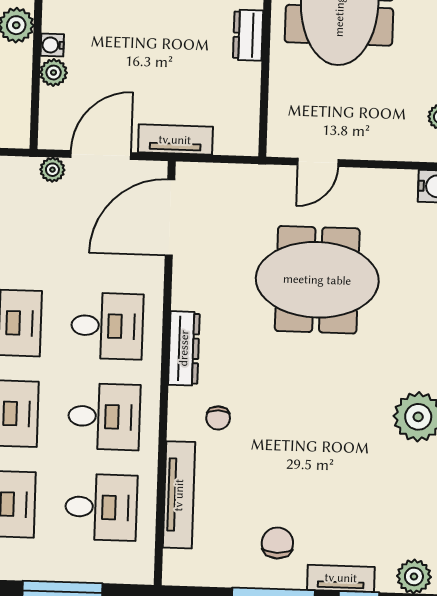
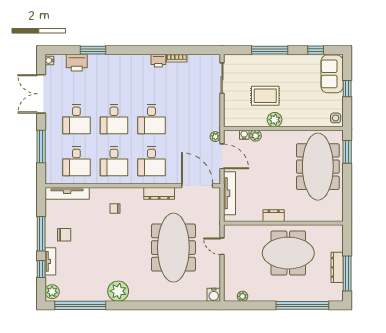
water cooler: (52, 45) -> (244, 135), moved
tv unit: (175, 140) -> (229, 193), width x1.41
meeting table: (317, 280) -> (173, 248), width x1.36
dresser: (184, 348) -> (159, 193), moved
tv unit: (179, 495) -> (67, 193), moved

